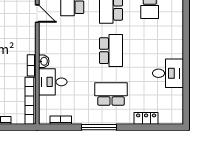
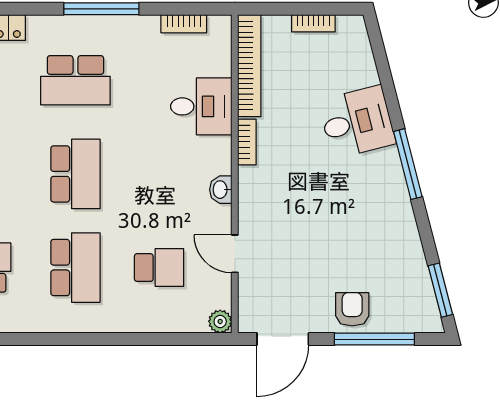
school desk: (111, 51) -> (75, 174), turned 180
washbasin: (44, 61) -> (221, 190), moved

